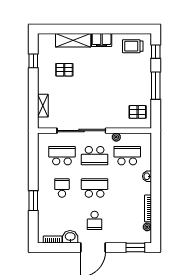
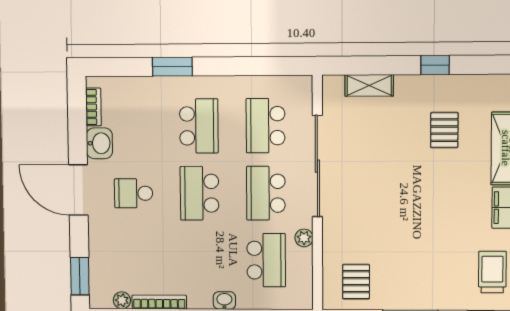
window: (33, 61) -> (435, 65), moved
school desk: (62, 156) -> (266, 126), turned 180
school desk: (62, 188) -> (199, 126), width x1.85
school desk: (95, 188) -> (199, 193), turned 180

